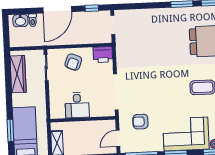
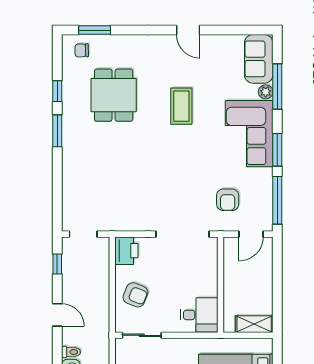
door: (57, 10) -> (57, 315), width x0.53
desk: (77, 105) -> (199, 315), moved
door: (118, 138) -> (251, 234), hinge flipped

